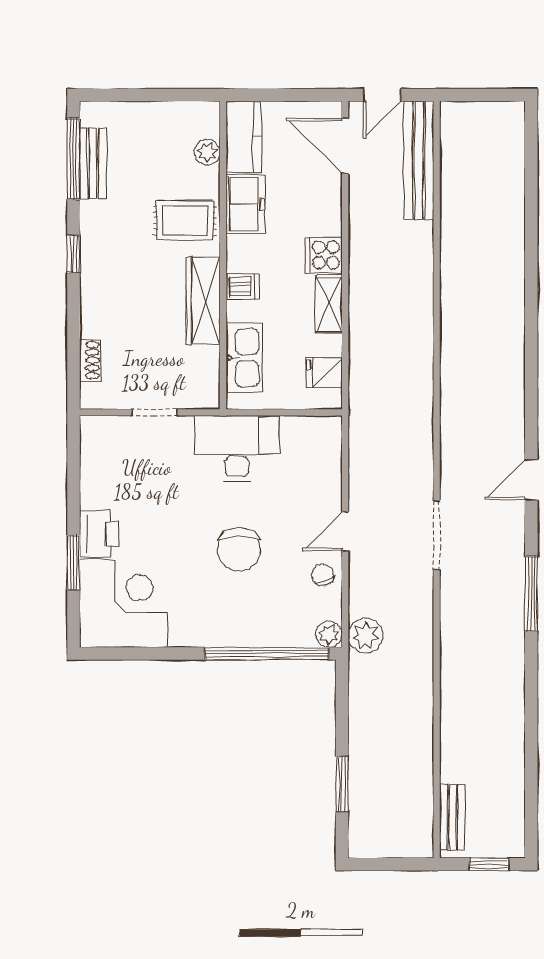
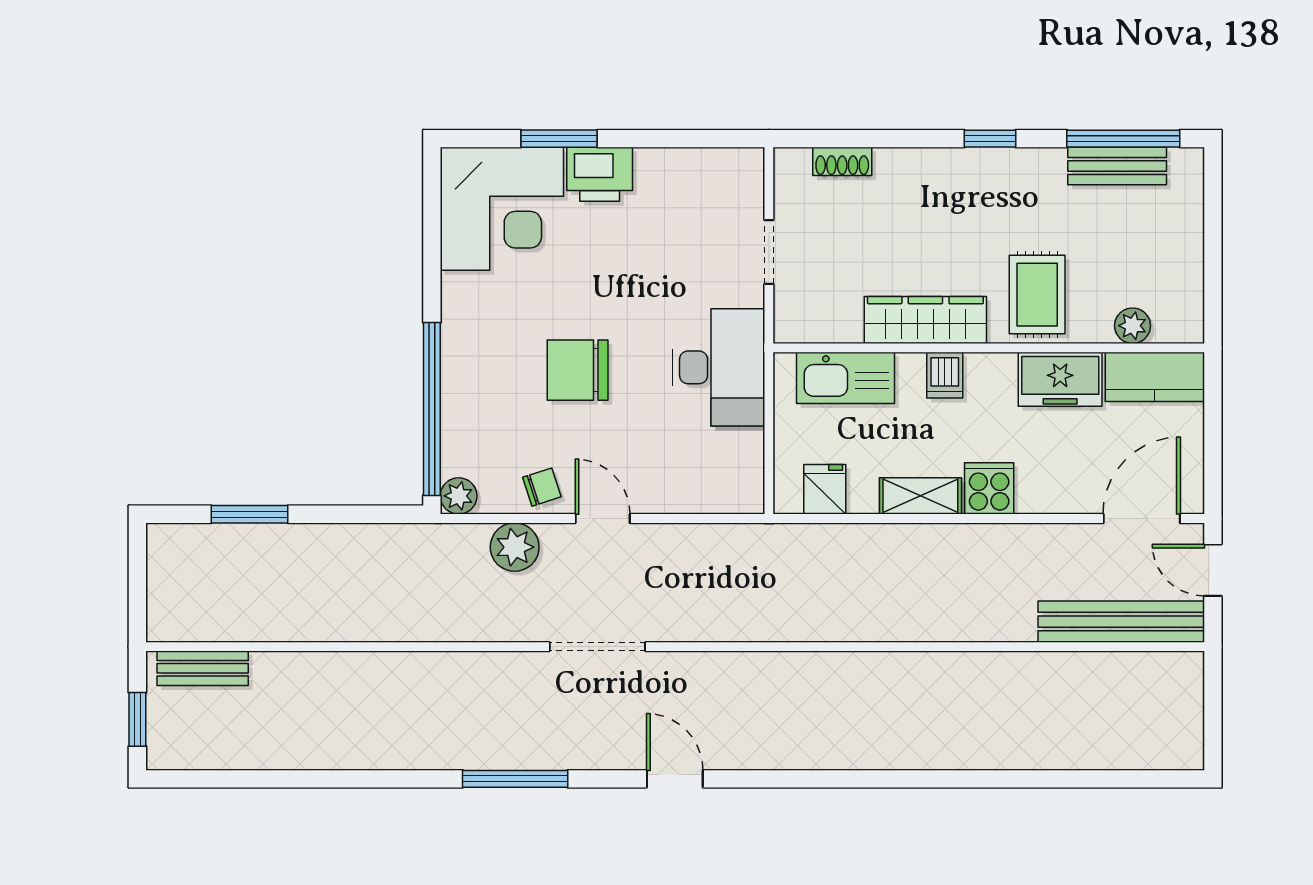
plant: (366, 636) -> (515, 547), moved

